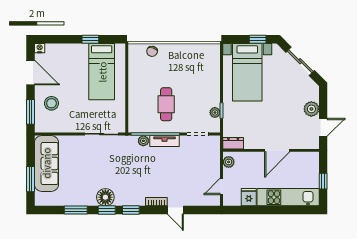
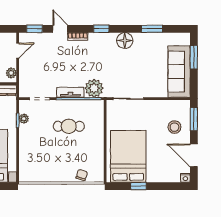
bed: (102, 72) -> (128, 156), width x1.50
cafe table: (166, 104) -> (69, 126), turned 90
plant: (143, 141) -> (94, 88), width x1.87, depth x1.87
window: (107, 210) -> (34, 29), moved

